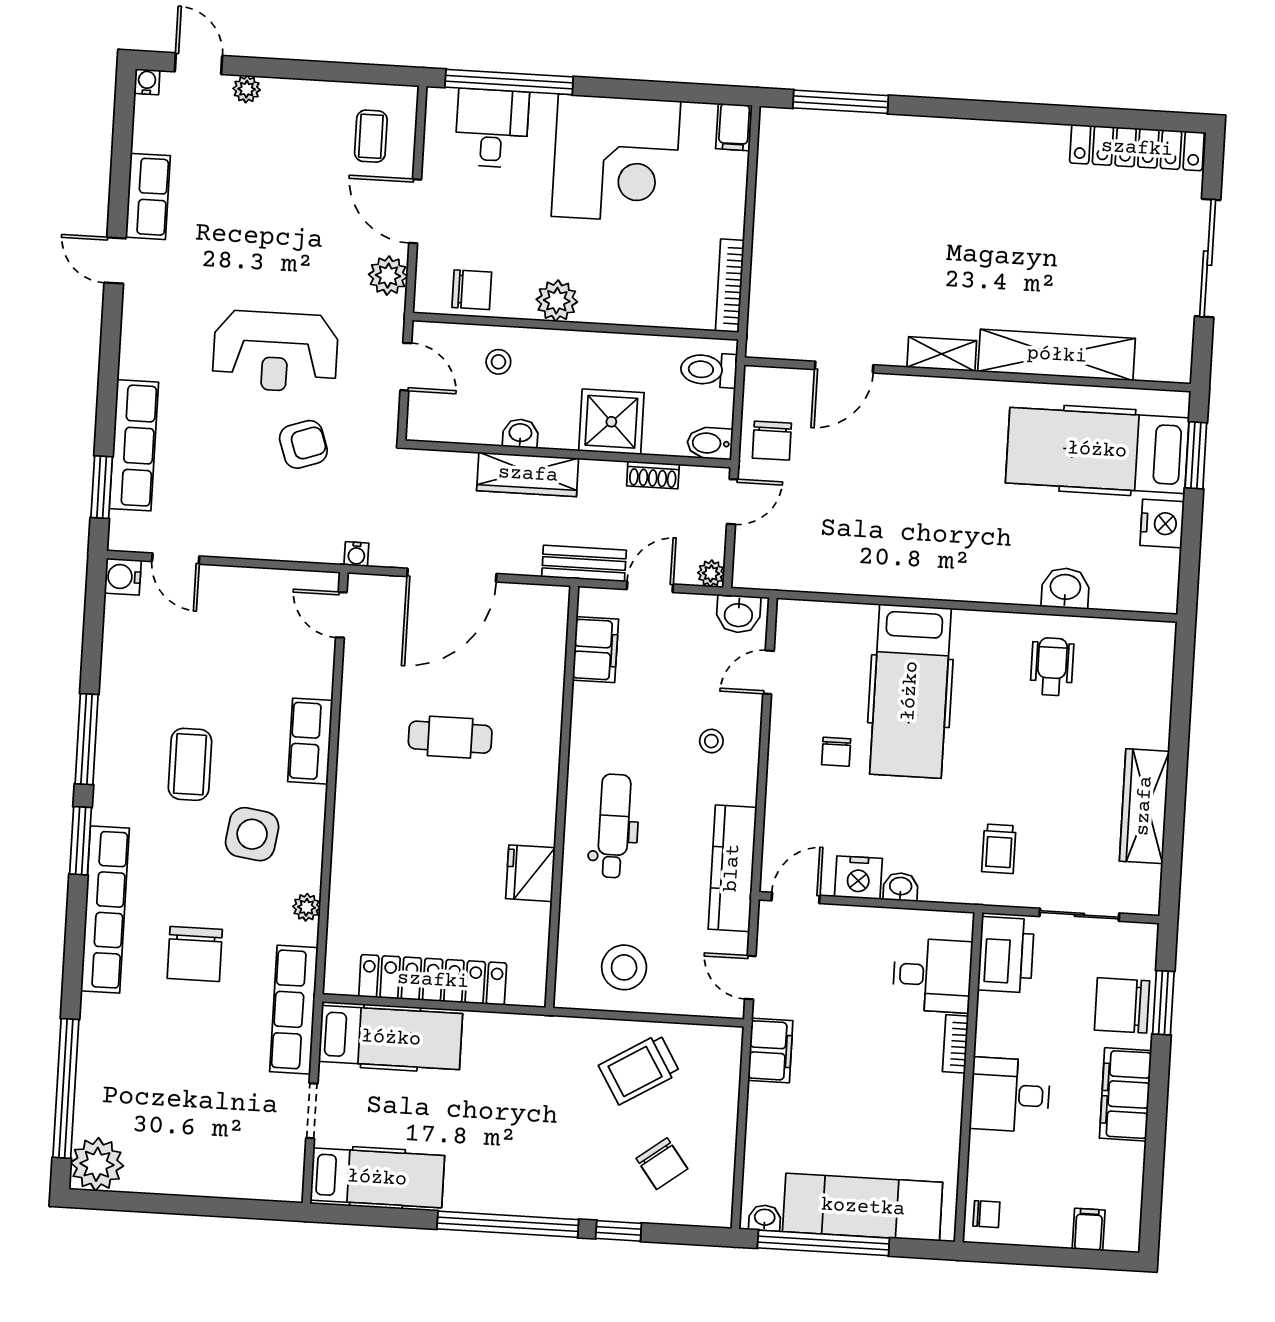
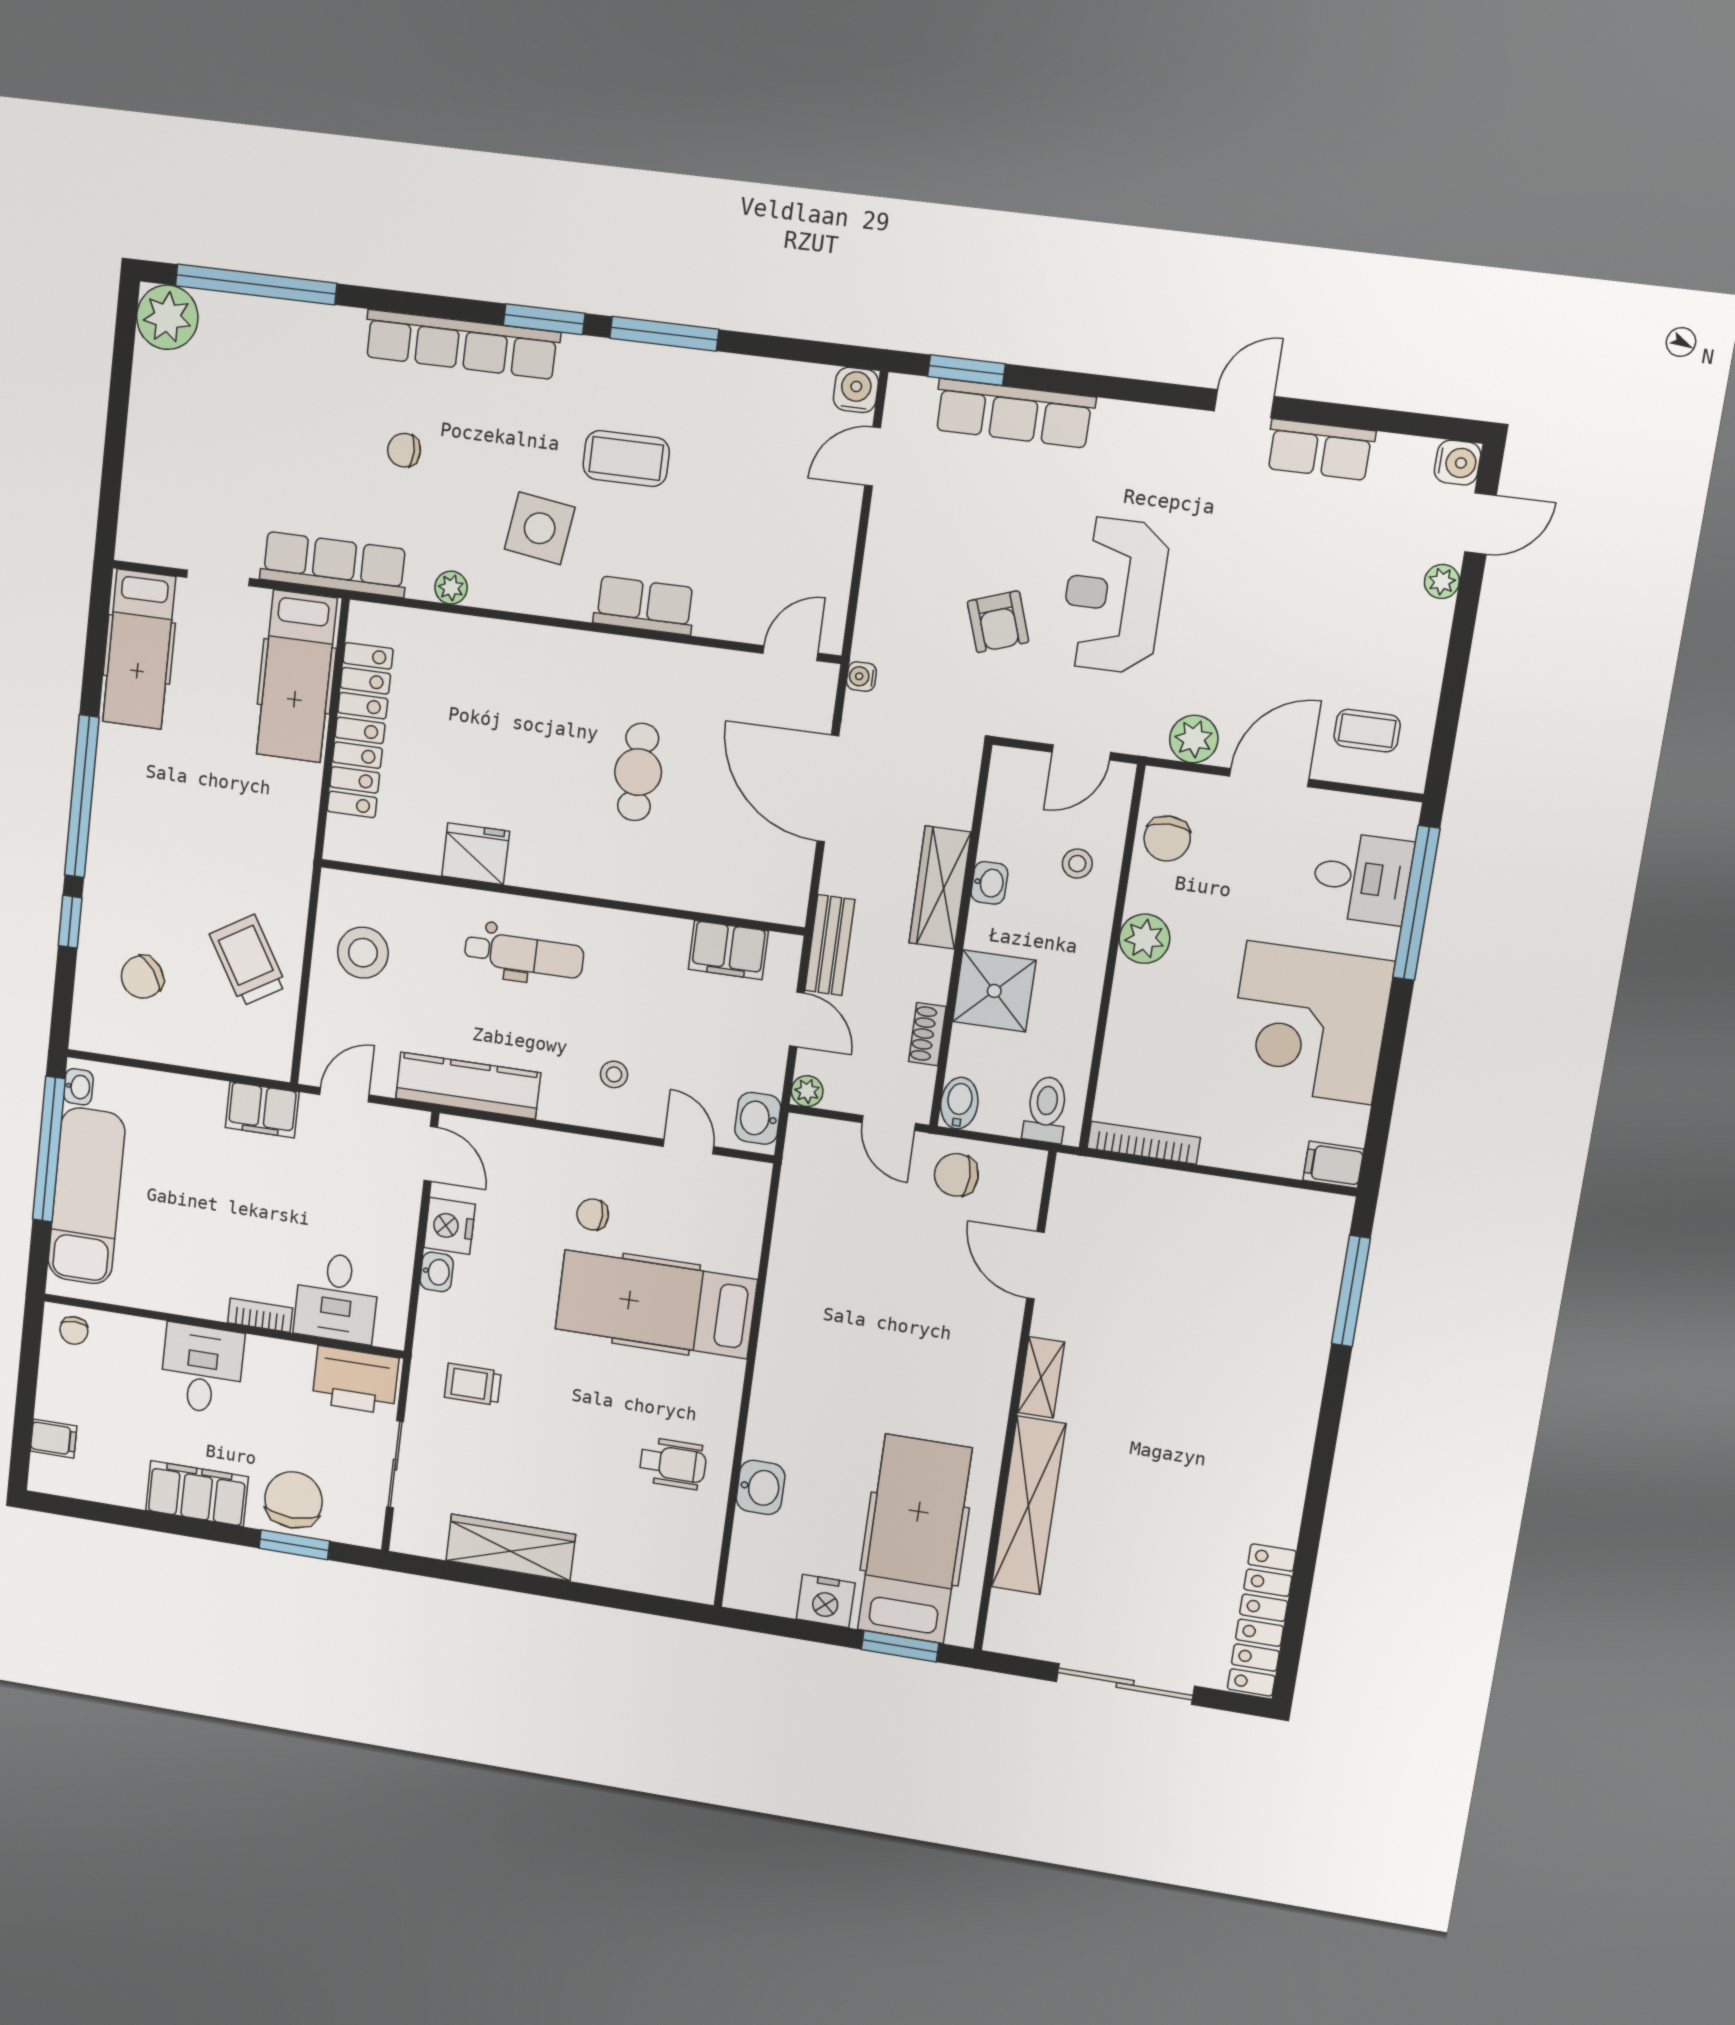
water cooler: (147, 82) -> (1458, 463), width x1.38, depth x1.38
chair: (195, 954) -> (404, 450), width x0.54, depth x0.54

